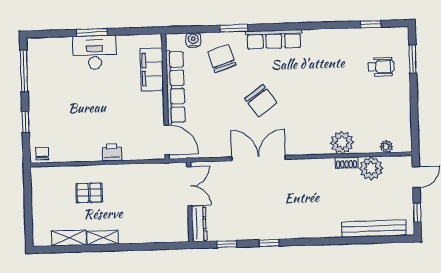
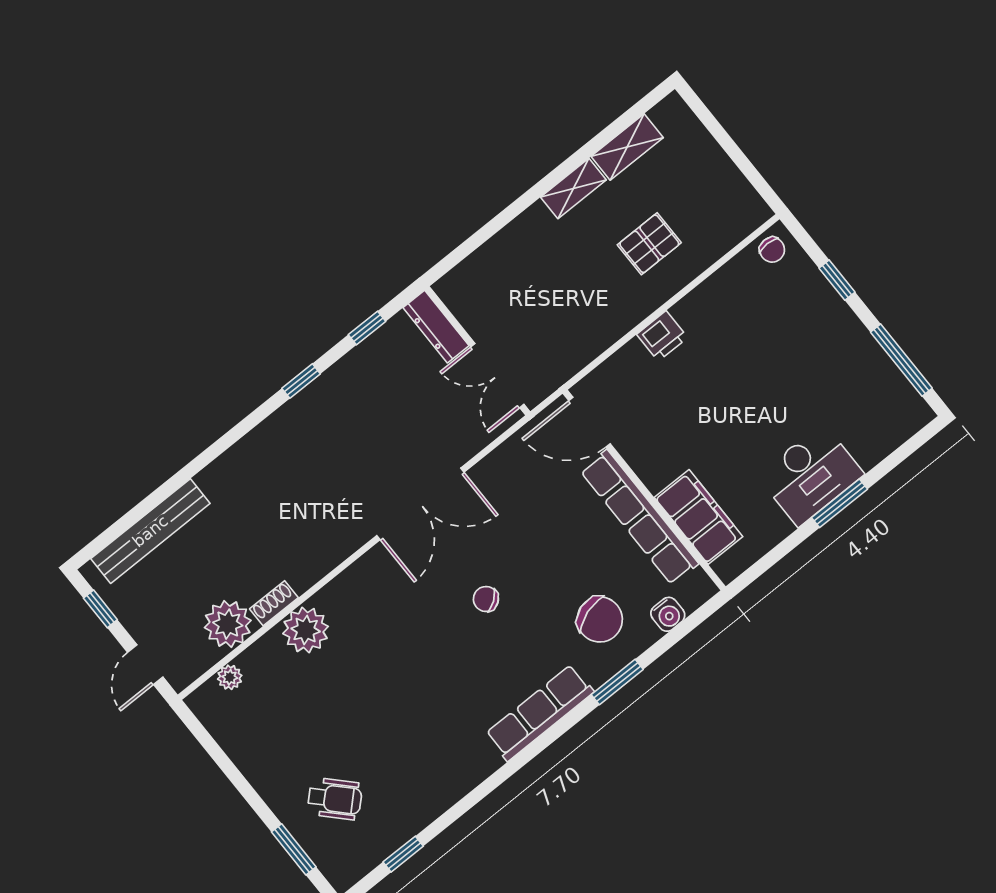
wheelchair: (381, 67) -> (335, 799), turned -134
chair: (261, 101) -> (486, 599), width x0.54, depth x0.54

